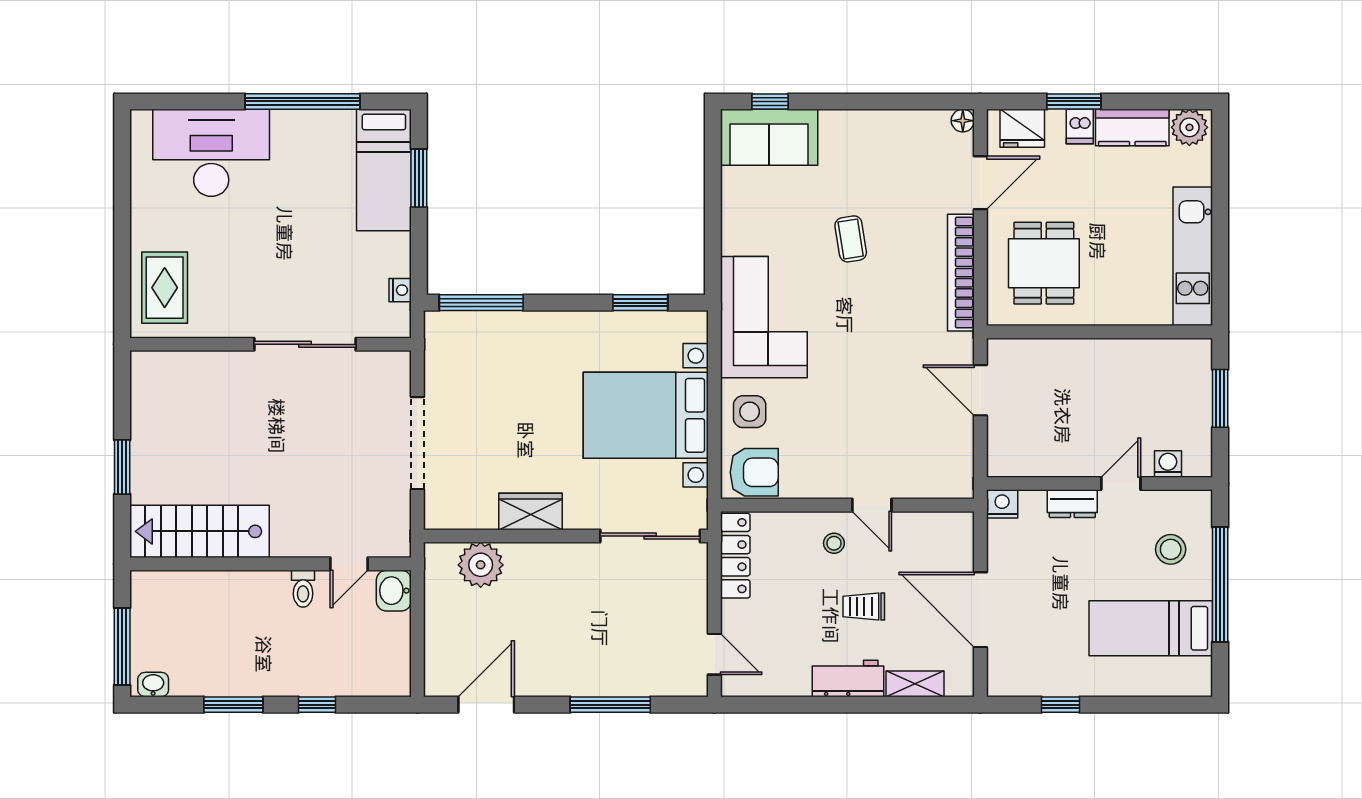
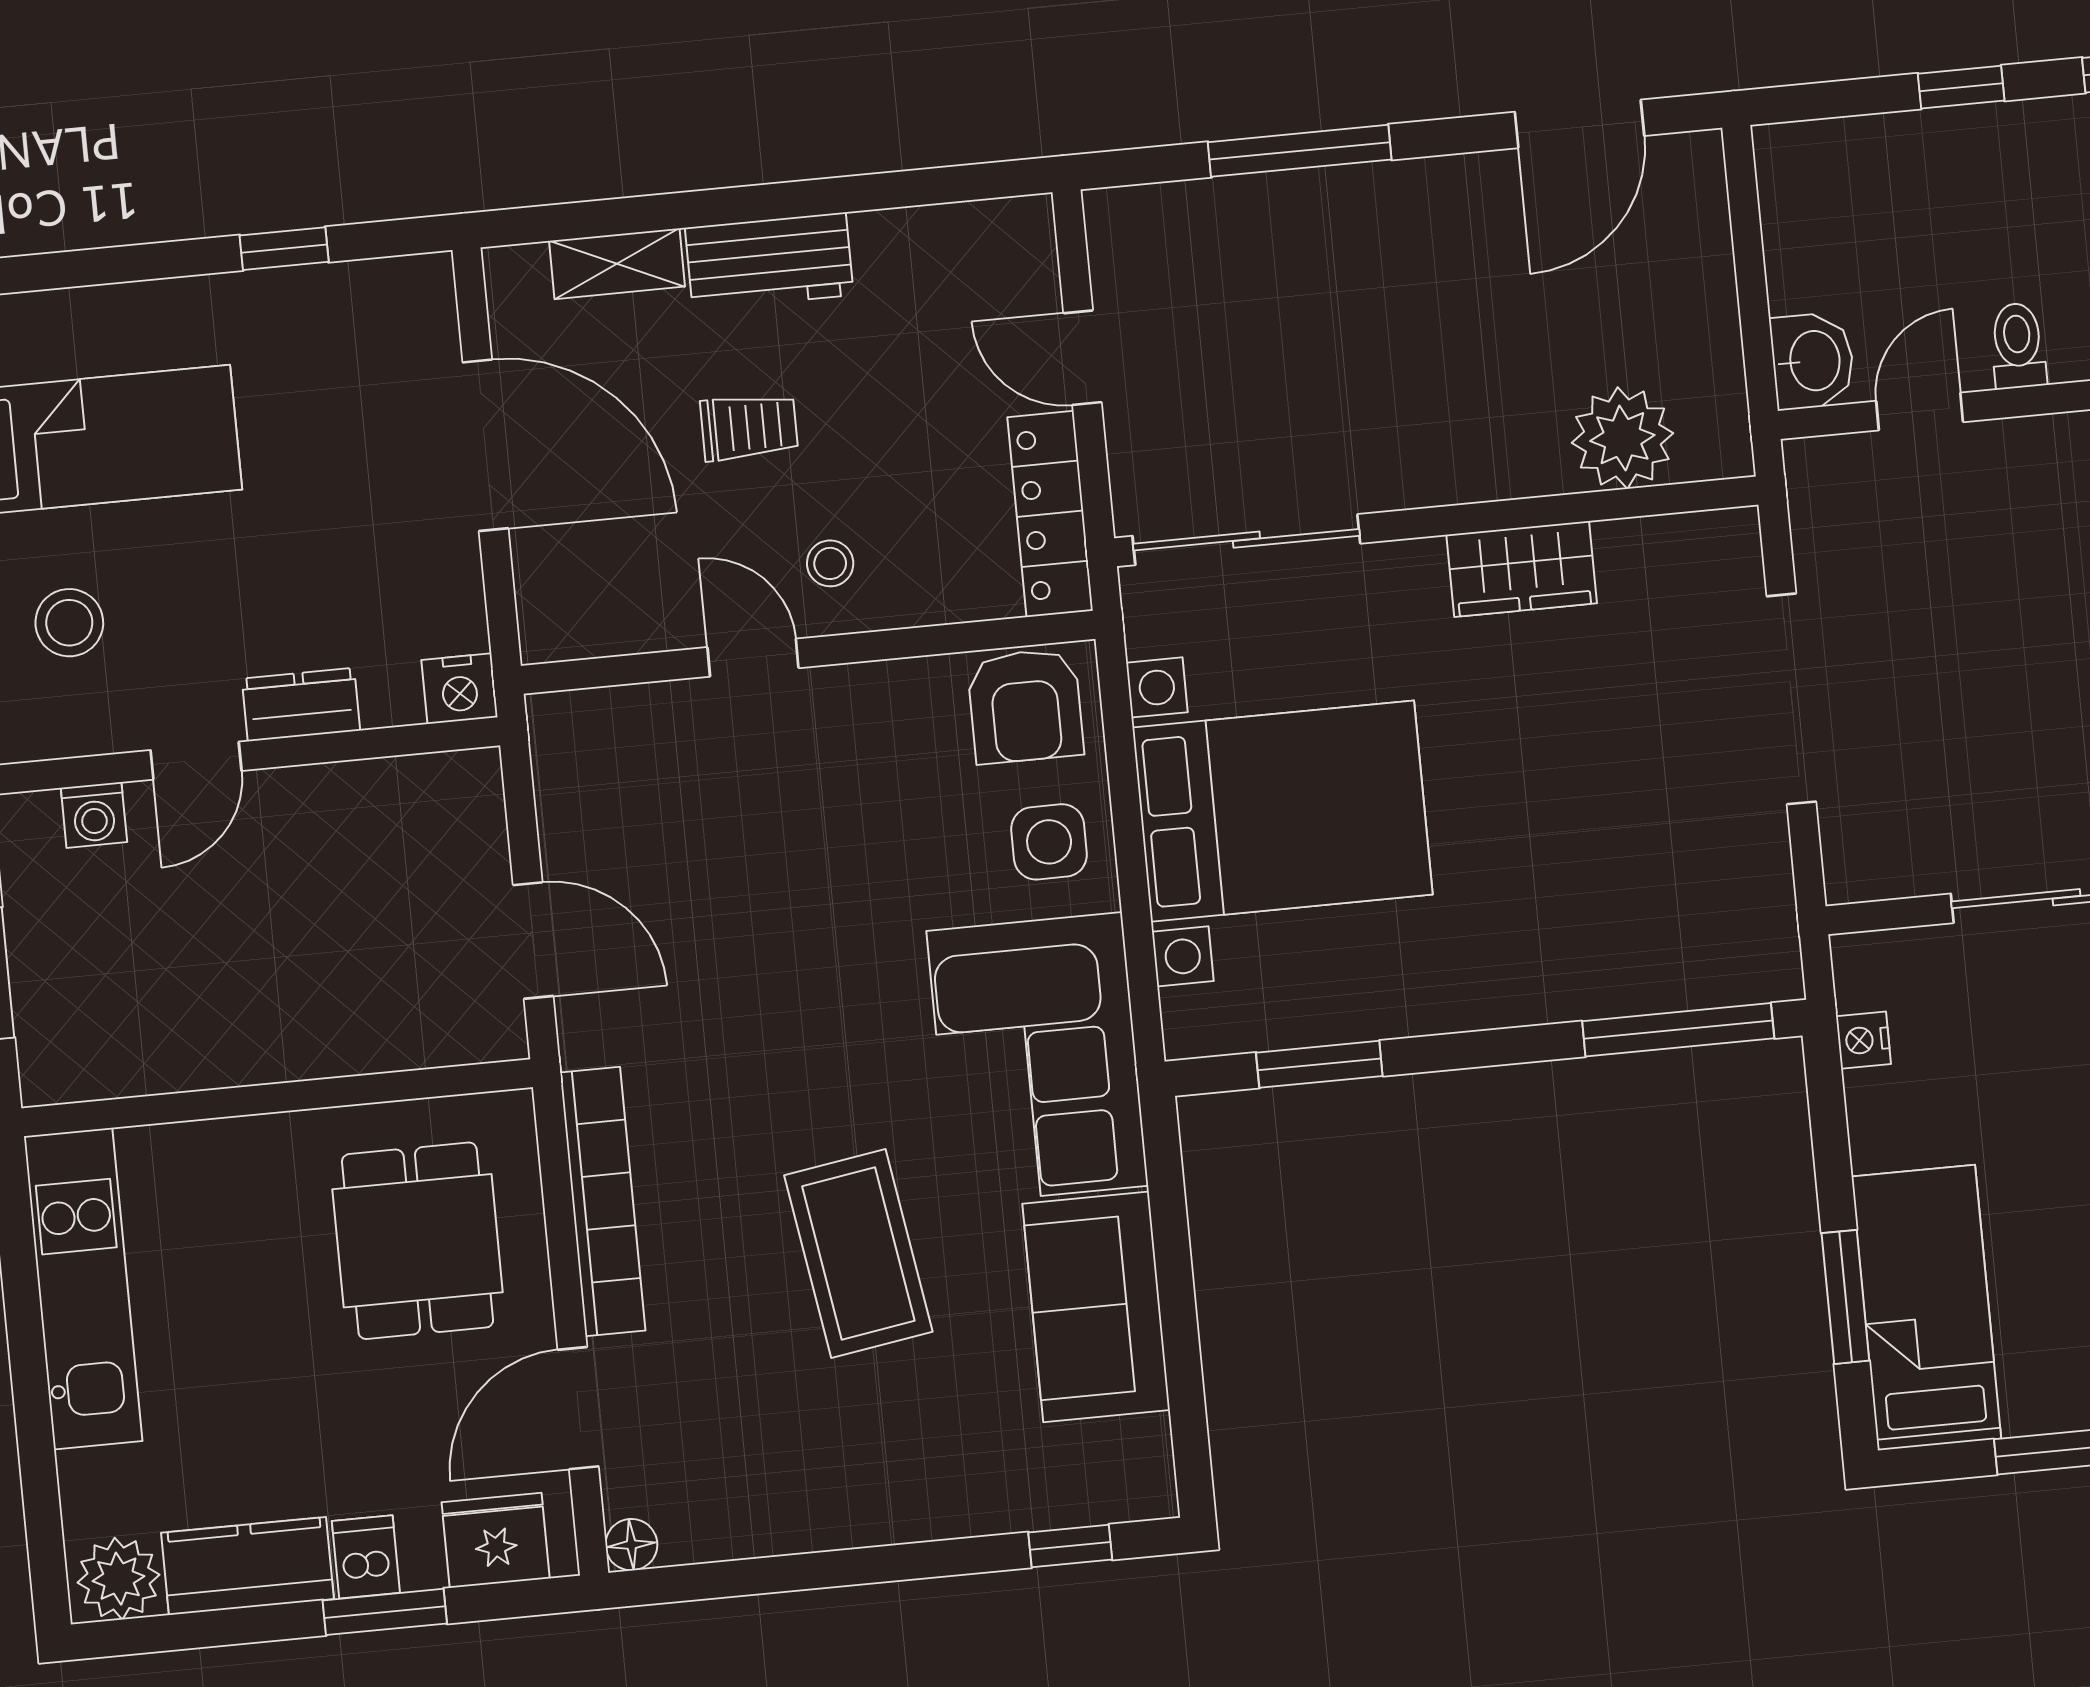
sofa: (769, 137) -> (1096, 1307), moved, turned -90
coffee table: (851, 239) -> (858, 1254), width x1.86, depth x1.72
armchair: (754, 472) -> (1025, 706), turned -90
door: (714, 654) -> (1083, 358), moved

